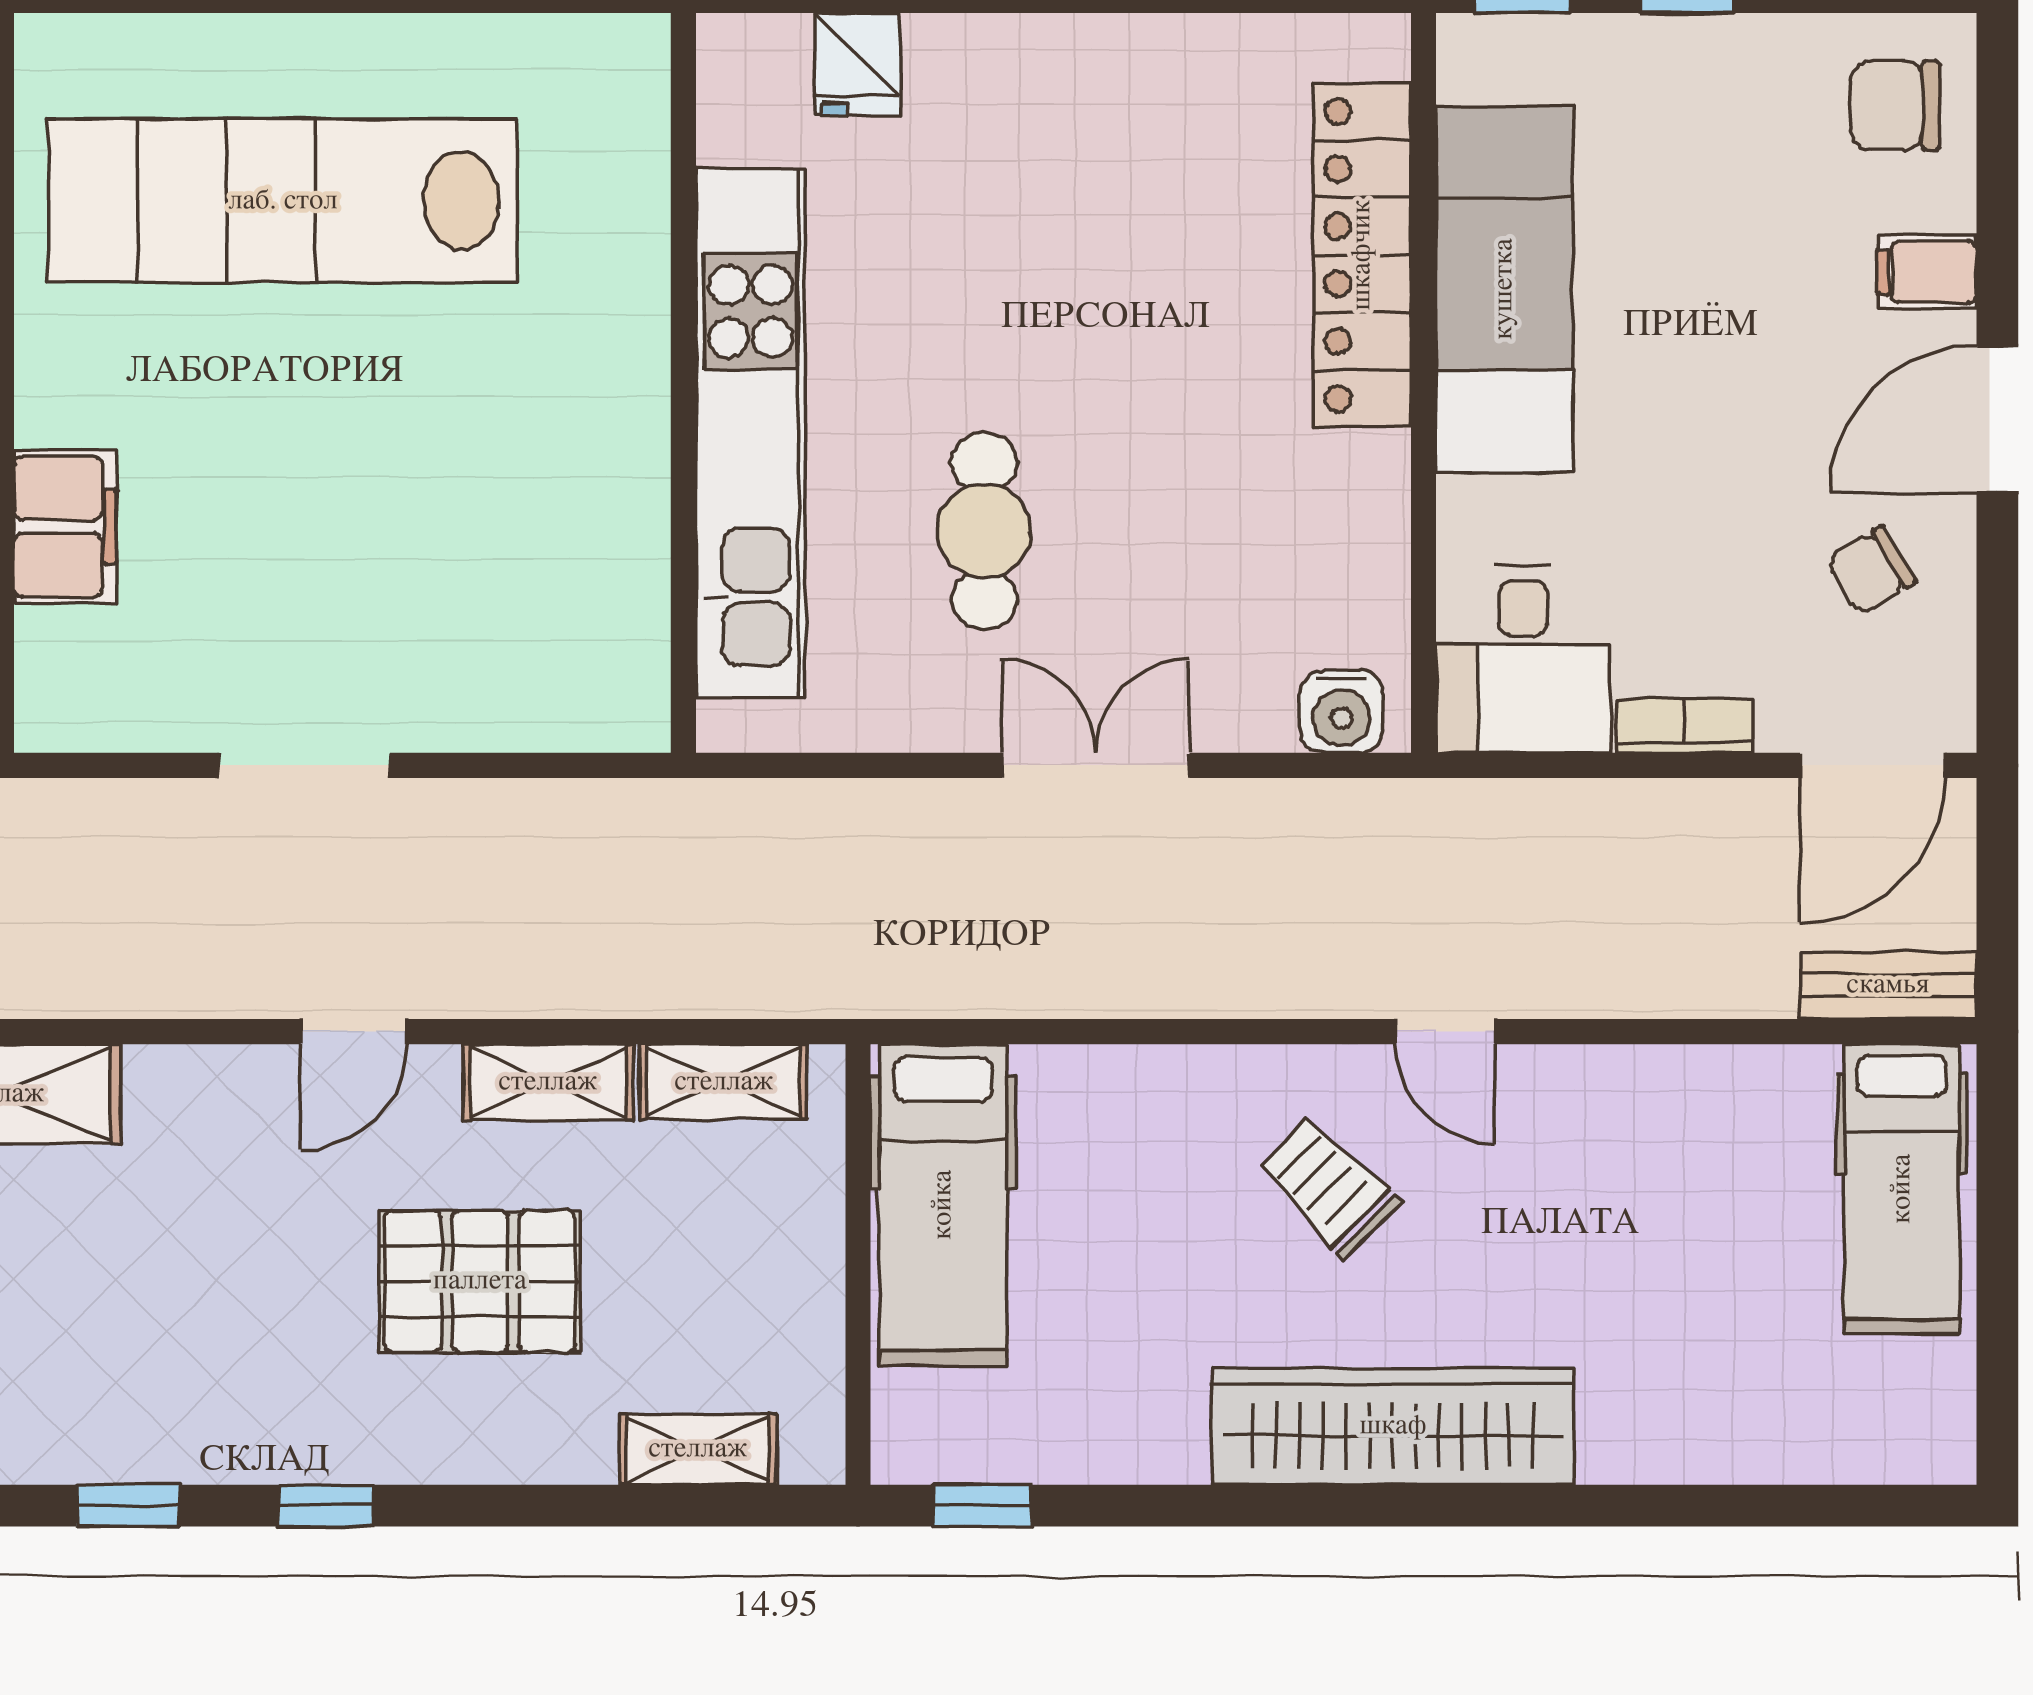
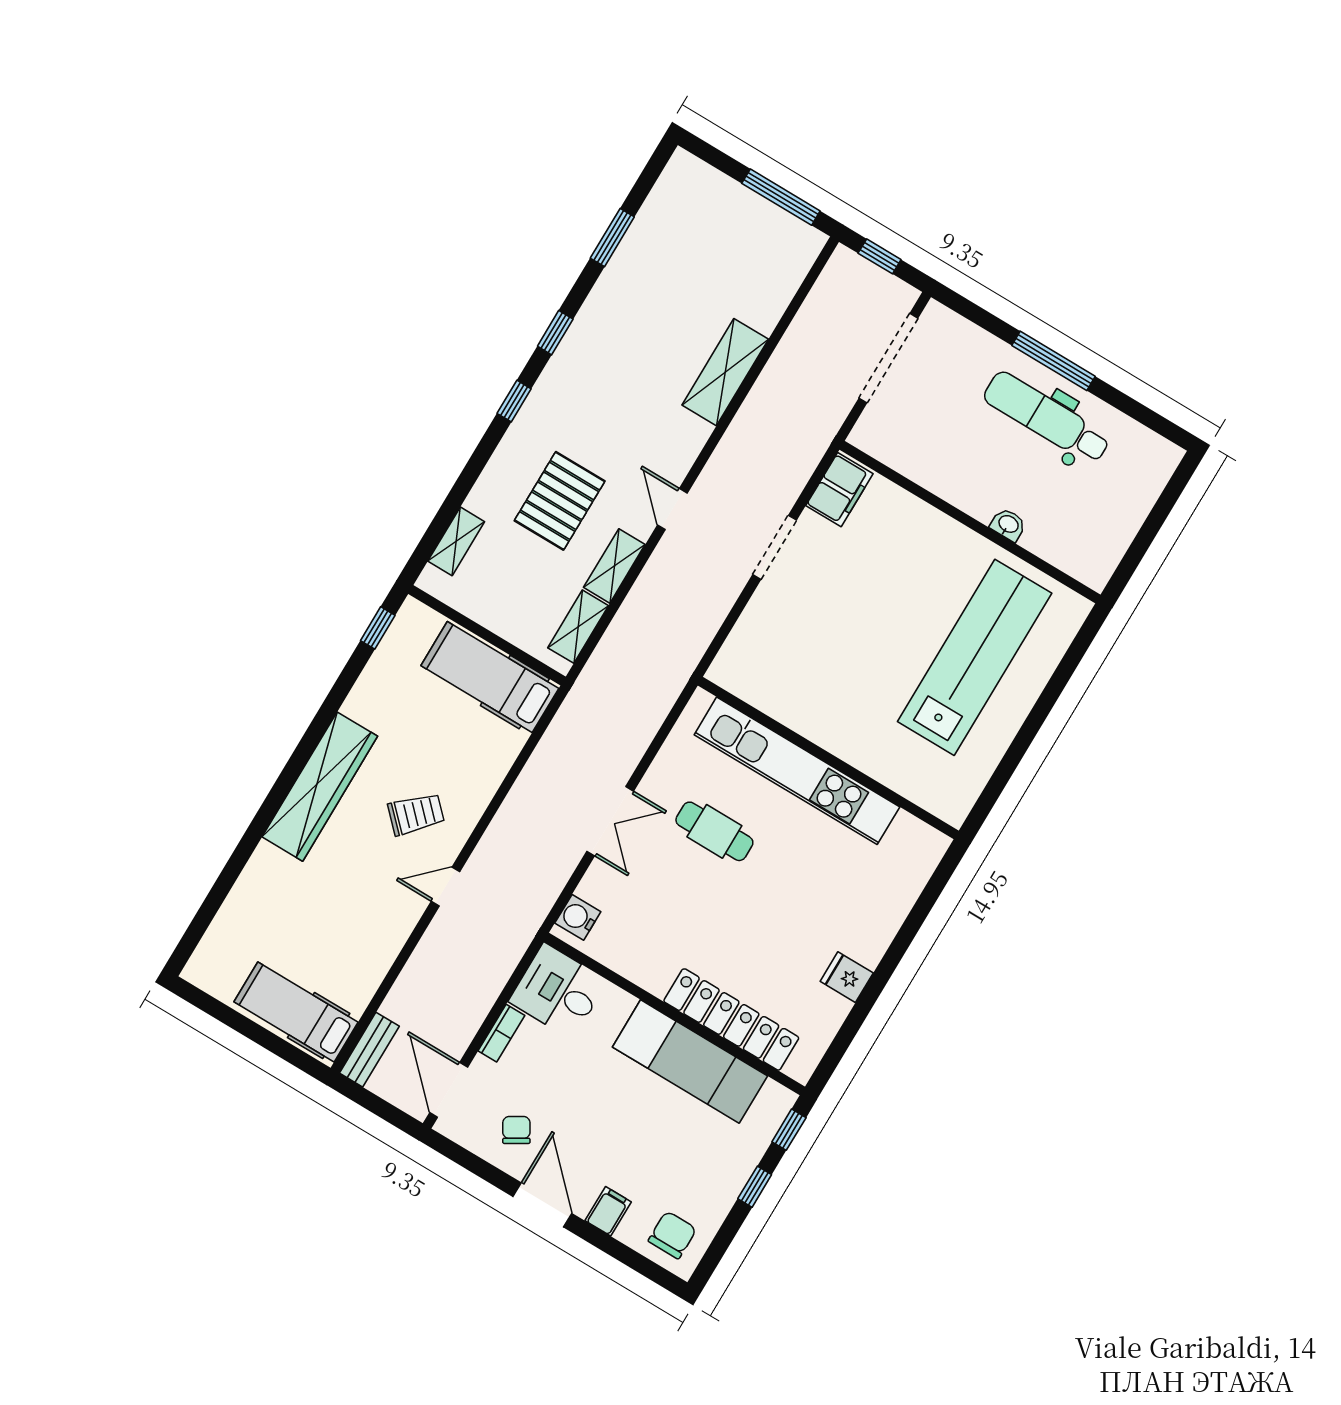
fridge: (857, 64) -> (847, 977), moved
filing cabinet: (65, 527) -> (839, 490), moved, turned -90

